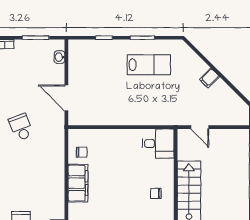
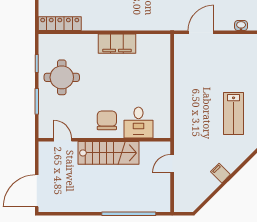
desk: (158, 143) -> (138, 123), moved
chair: (82, 152) -> (147, 47), removed
chair: (156, 193) -> (107, 120), width x1.87, depth x1.87

